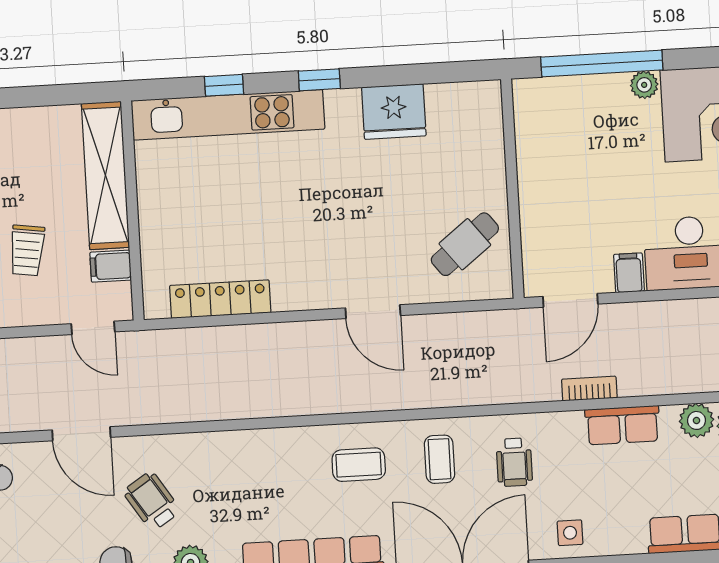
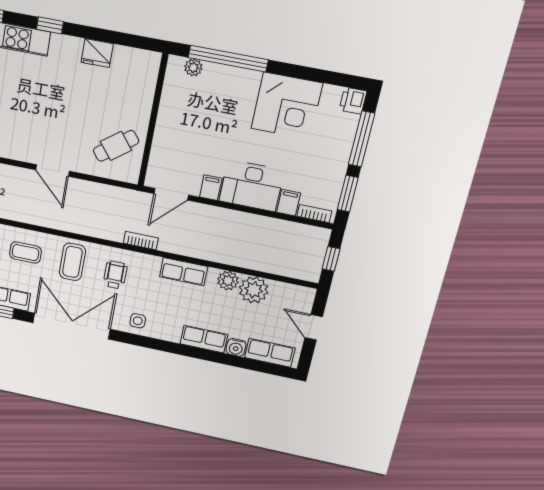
plant: (644, 85) -> (193, 68), moved
fridge: (394, 112) -> (97, 53), width x0.73, depth x0.75
bookcase: (589, 389) -> (141, 241), moved
coffee table: (439, 459) -> (72, 262), width x1.36, depth x1.30
wheelchair: (514, 462) -> (115, 275), turned 180

